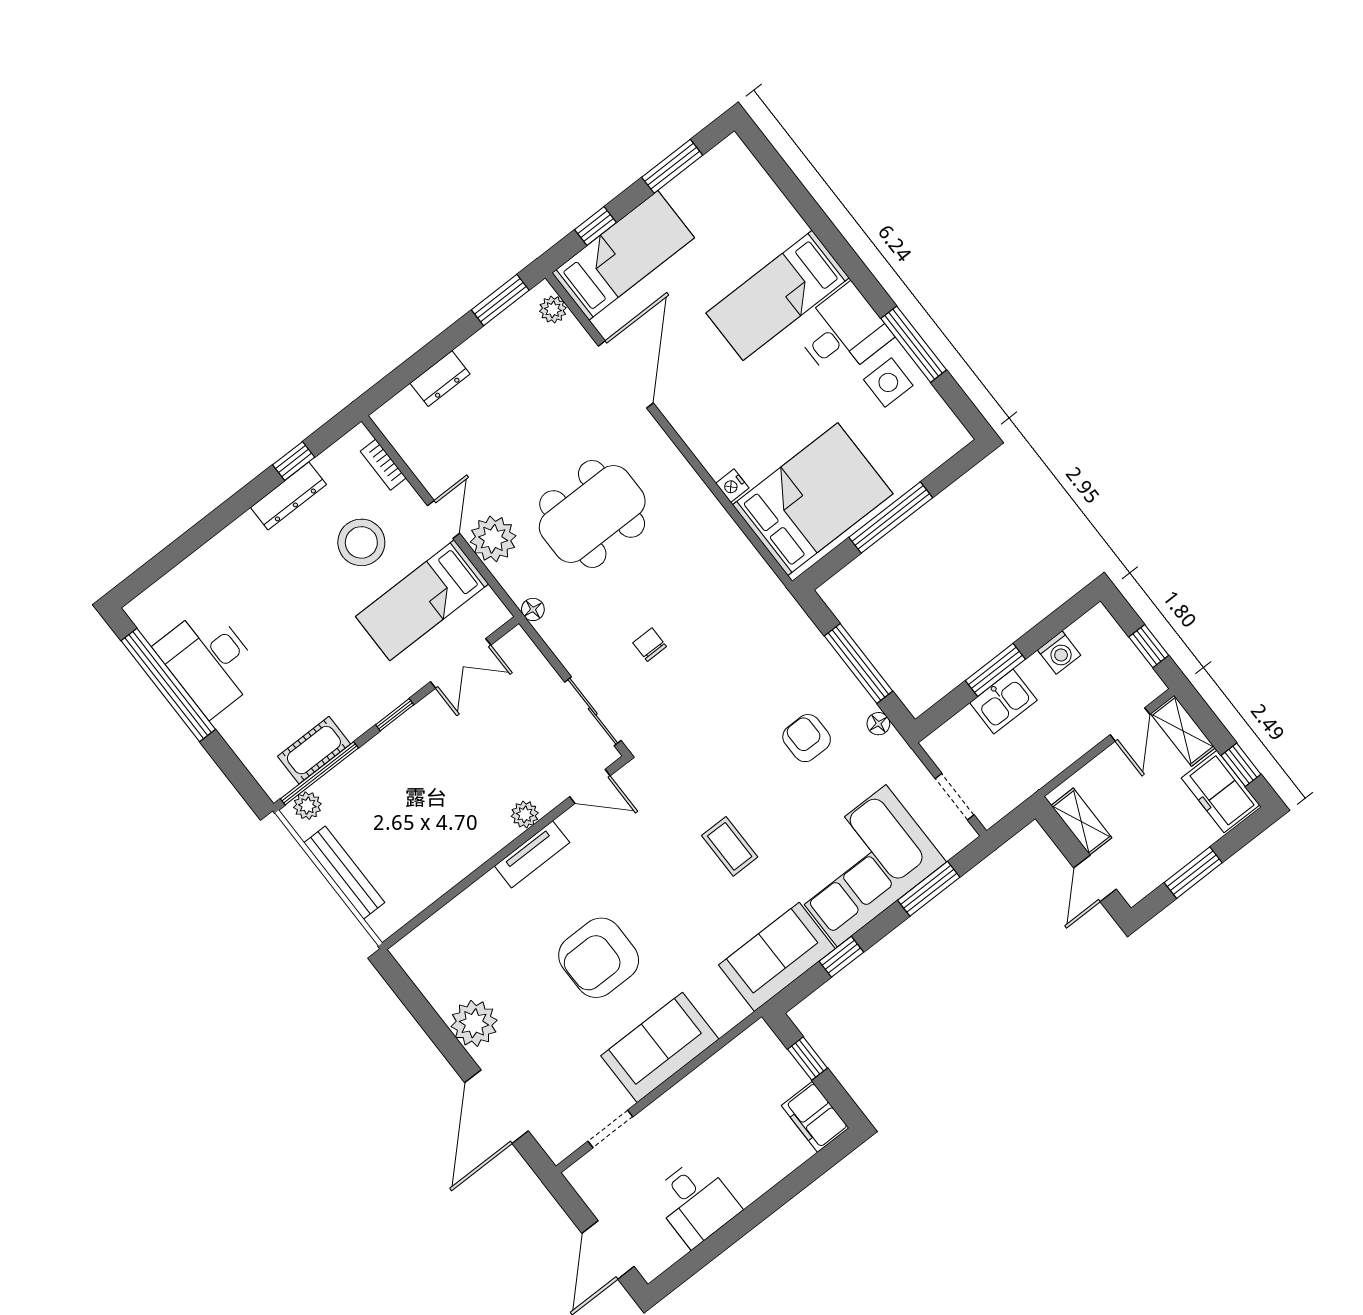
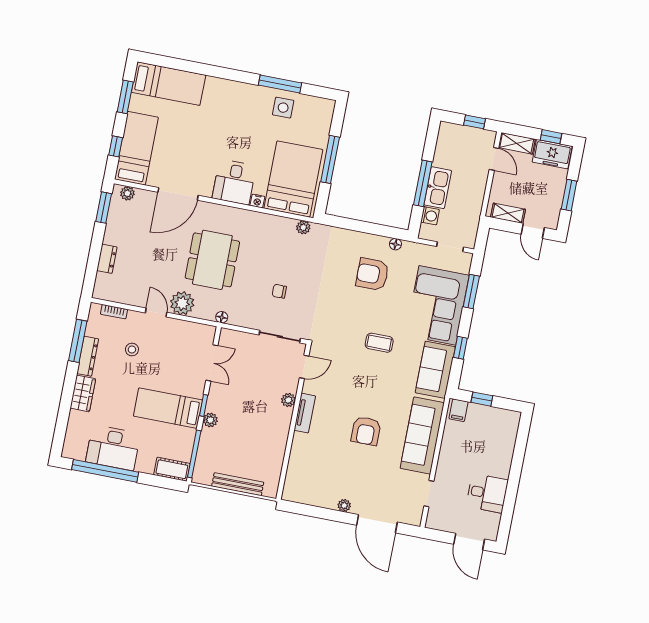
bed: (778, 295) -> (169, 84), moved, turned -90
desk: (843, 332) -> (234, 182), moved, turned 180
door: (626, 374) -> (178, 194), swing flipped
window: (294, 461) -> (78, 341), width x2.17
stool: (361, 542) -> (132, 350), width x0.53, depth x0.53
wardrobe: (234, 544) -> (83, 393), added
plant: (766, 582) -> (303, 227), added
bed: (422, 600) -> (168, 408), moved, turned 90
washing machine: (1059, 653) -> (430, 216), moved
window: (859, 663) -> (367, 227), removed
window: (995, 670) -> (423, 183), width x1.44
kitchen sink: (1003, 701) -> (438, 188), width x1.38
armchair: (807, 738) -> (372, 274), width x1.38, depth x1.38
cot: (314, 750) -> (172, 469), moved, turned 90
plant: (307, 806) -> (210, 420), moved
armchair: (599, 958) -> (366, 431), width x0.73, depth x0.73
plant: (474, 1023) -> (344, 505), width x0.53, depth x0.53
sofa: (660, 1047) -> (422, 436), width x1.36
filing cabinet: (815, 1117) -> (459, 410), moved, width x0.50

